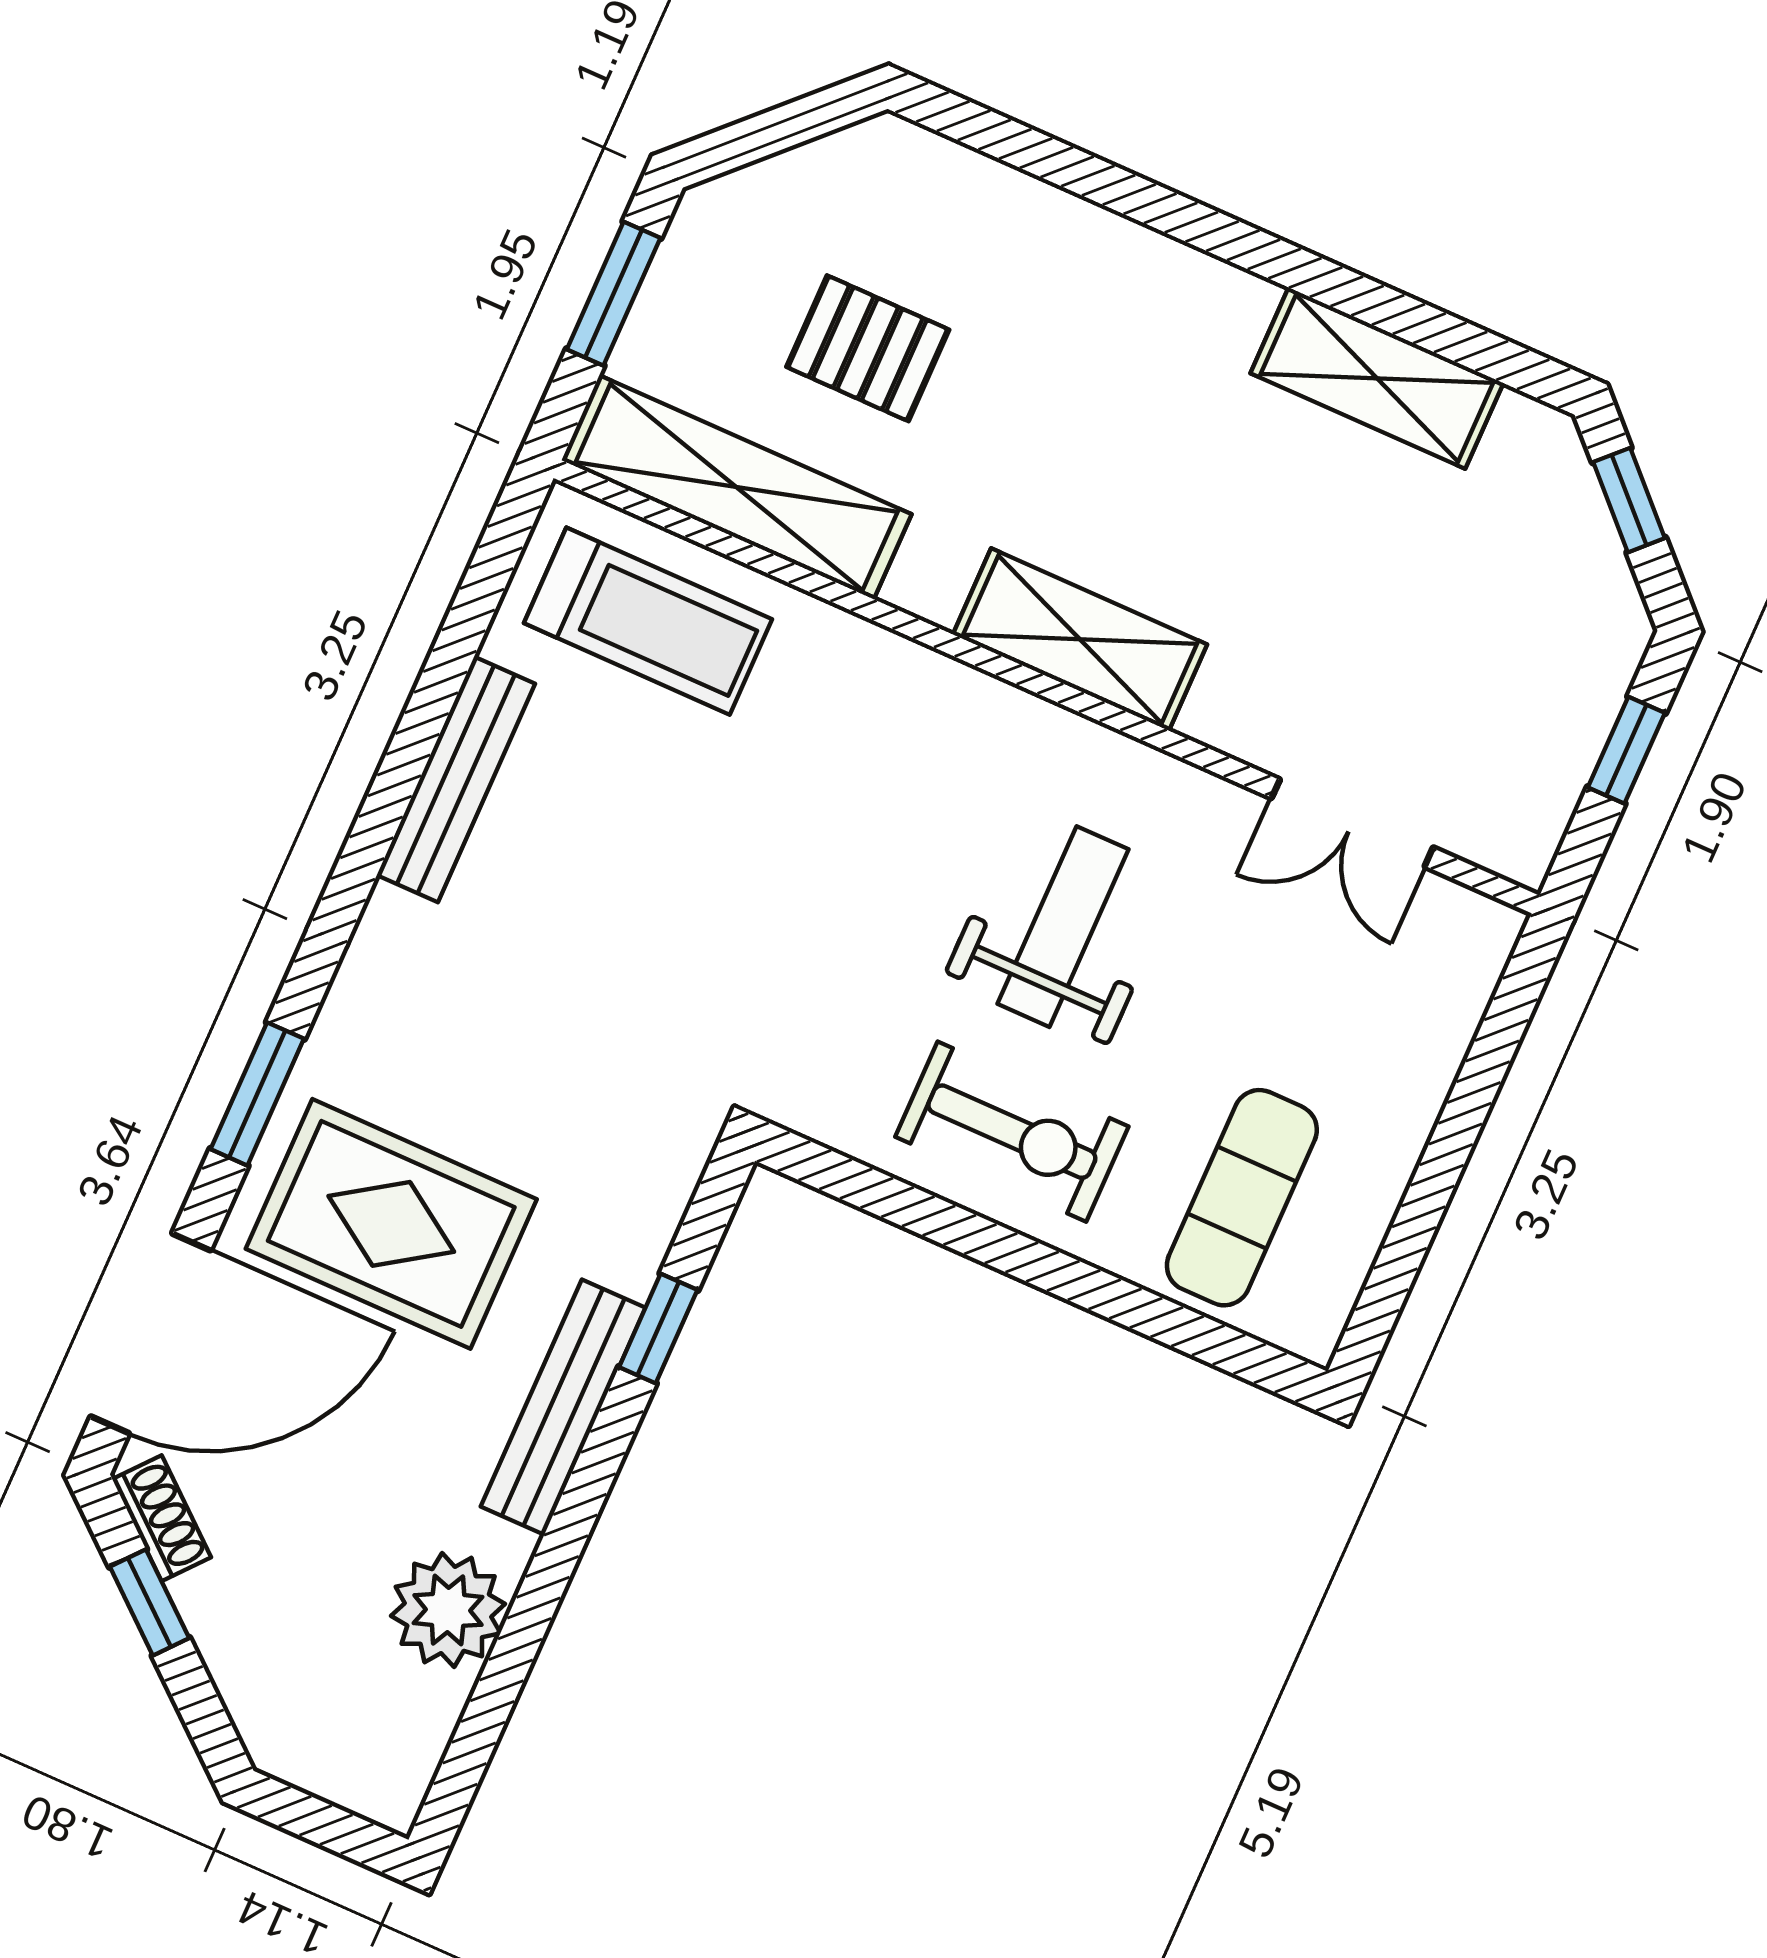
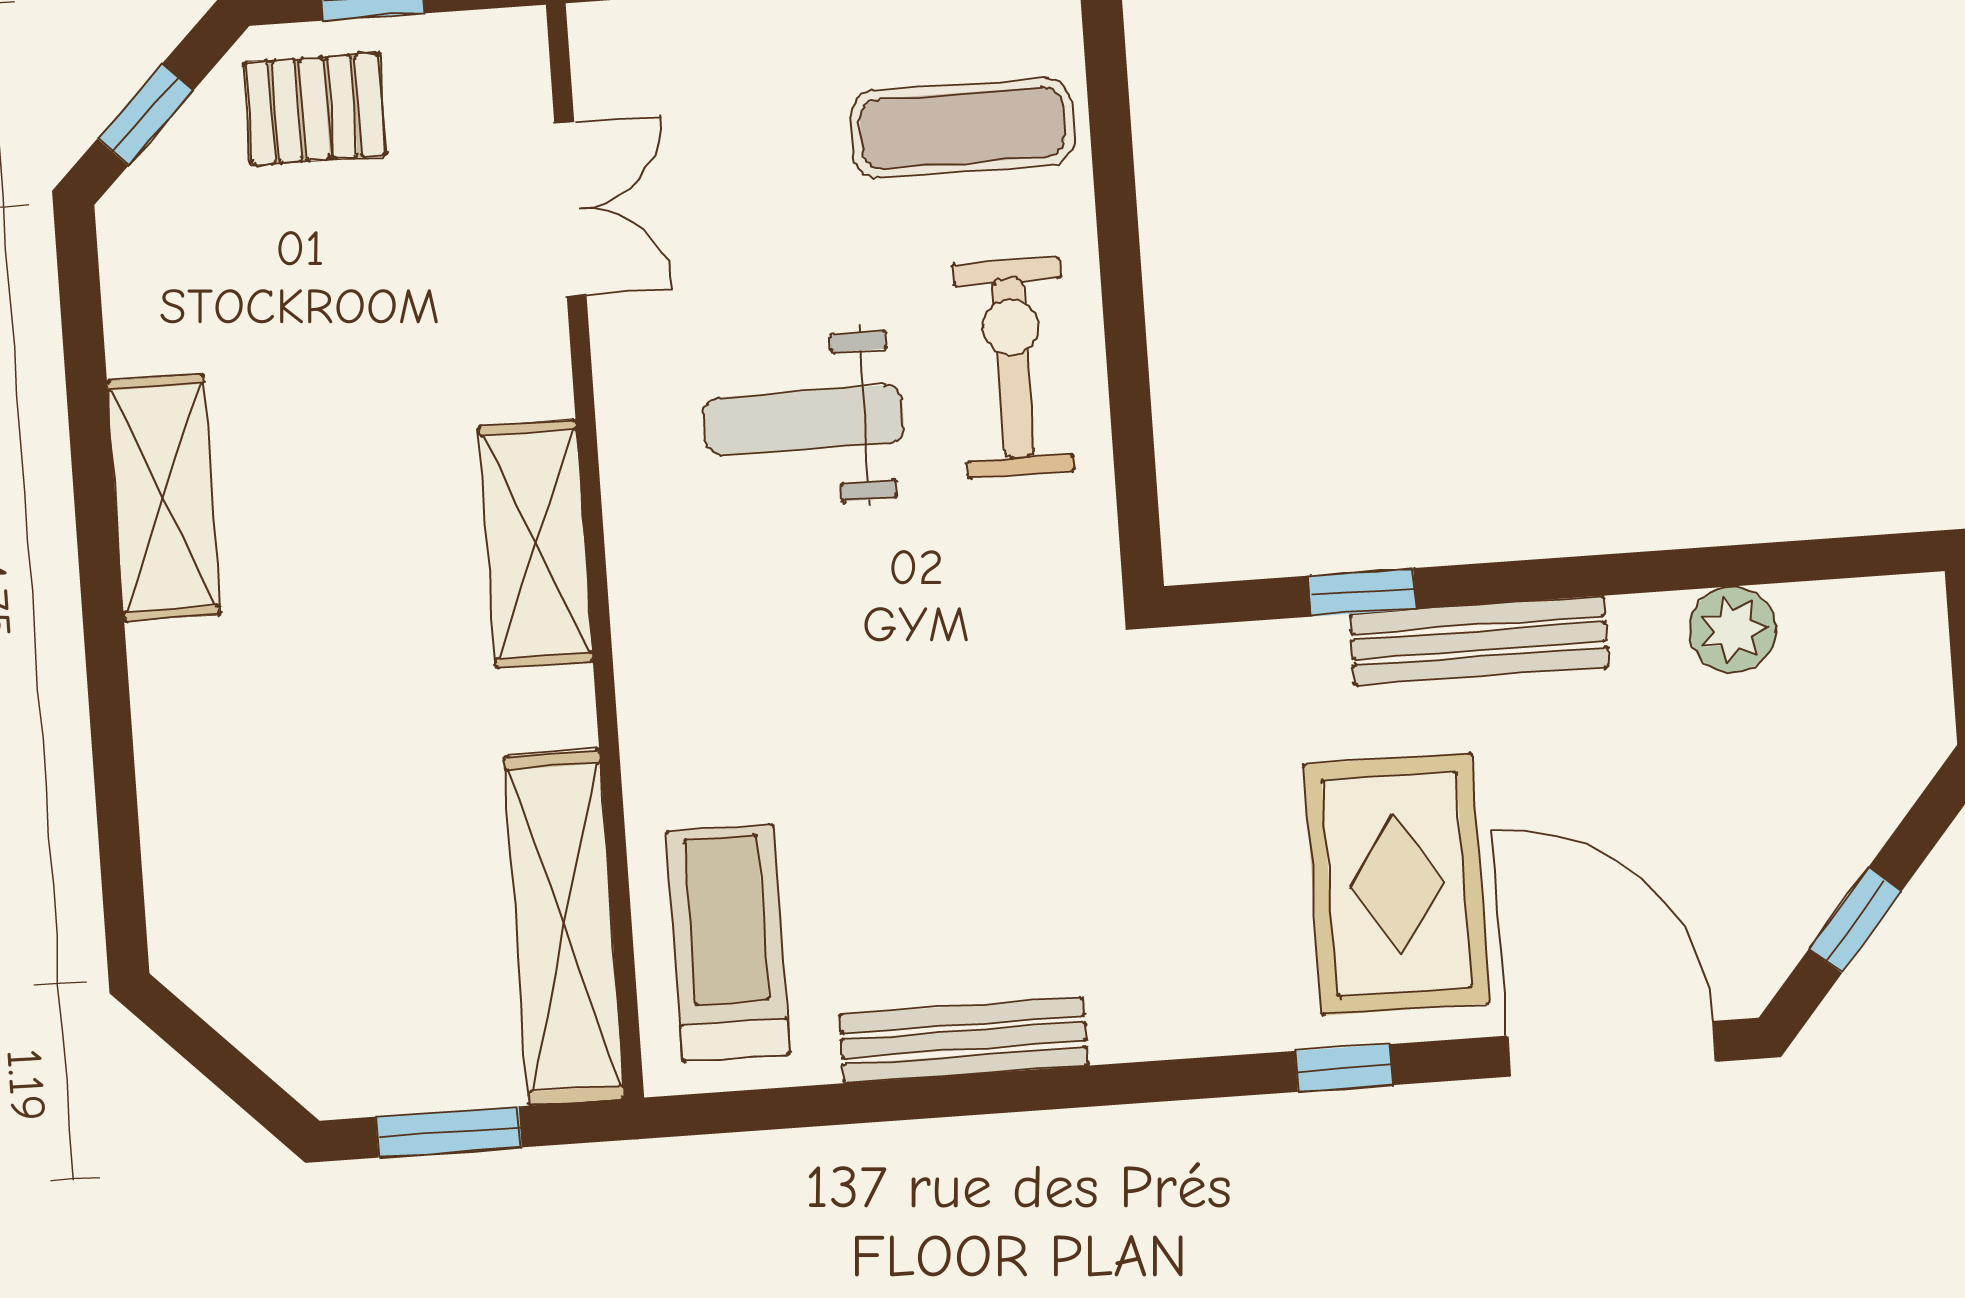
pallet: (868, 348) -> (315, 109), moved, turned 90
shelving: (1377, 378) -> (164, 498), moved
window: (257, 1094) -> (1344, 1068), width x0.67
shoe rack: (162, 1518) -> (1773, 950), removed
plant: (448, 1610) -> (1733, 630), width x0.73, depth x0.73

